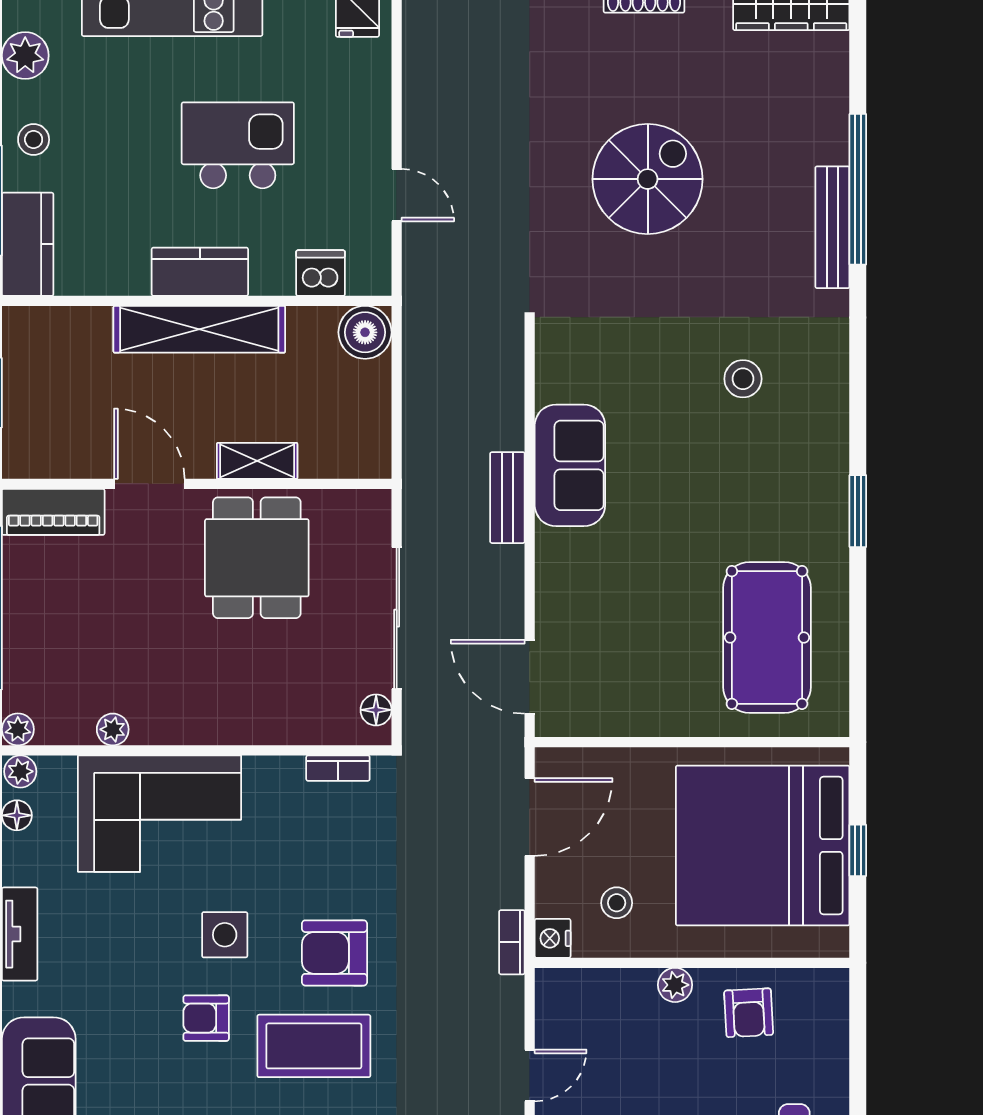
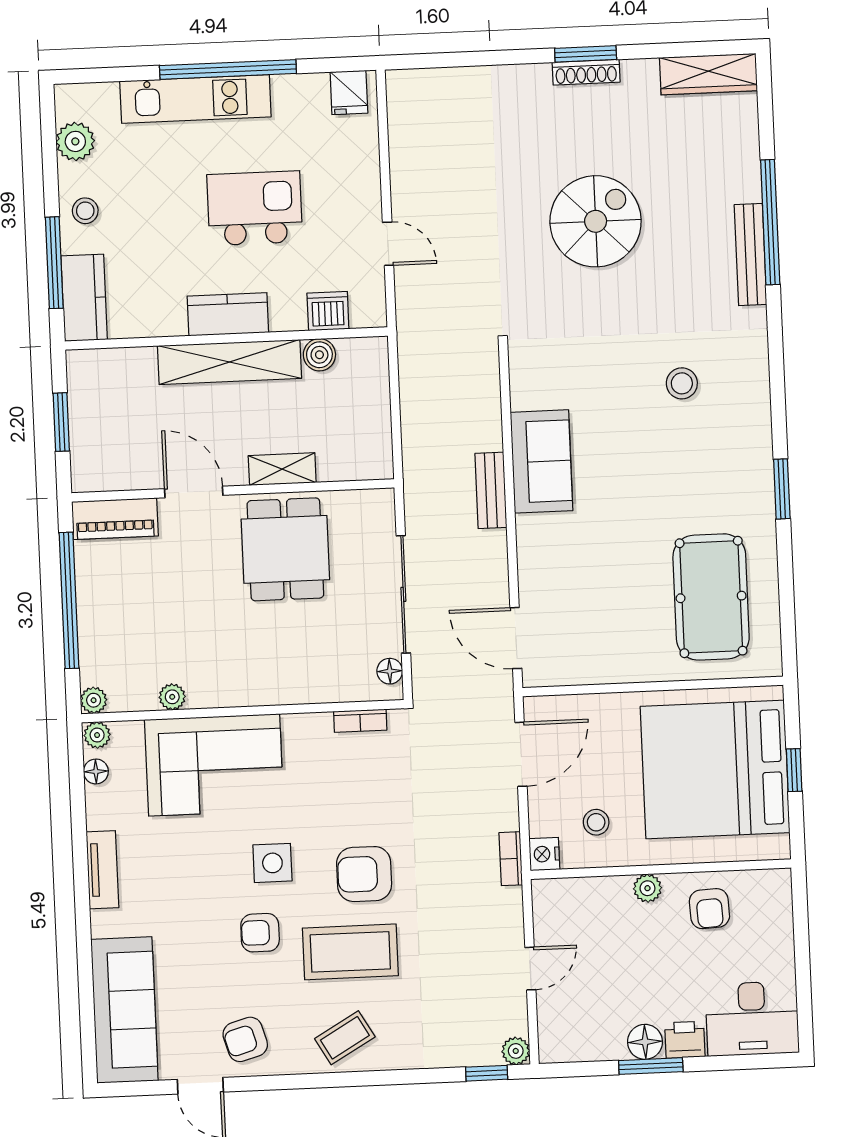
boiler: (365, 332) -> (319, 355), moved, width x0.73, depth x0.73

